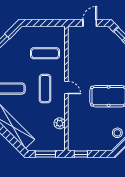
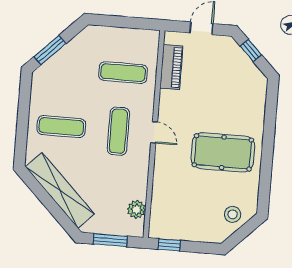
piano: (74, 48) -> (171, 67), added
plant: (60, 123) -> (137, 209), moved

